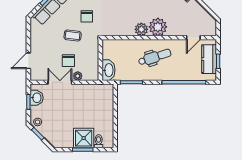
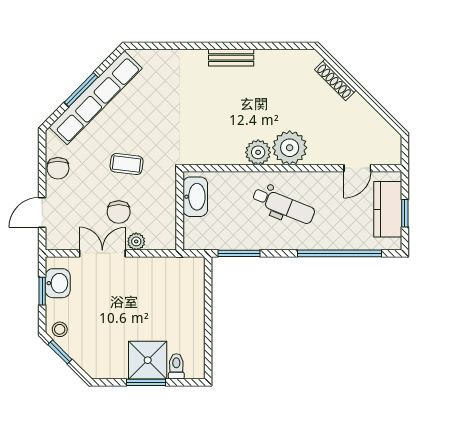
chair: (87, 16) -> (58, 168), moved
dental chair: (155, 57) -> (284, 205), turned 40
washbasin: (108, 70) -> (195, 197), moved

